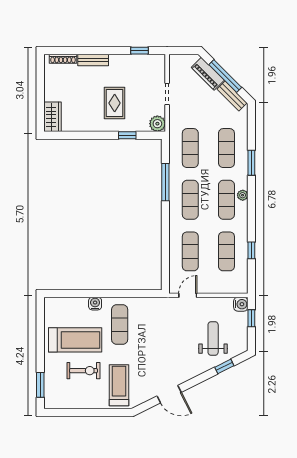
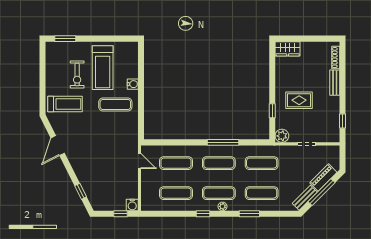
window: (165, 182) -> (223, 142), moved
window: (251, 250) -> (203, 214), moved
weight bench: (213, 339) -> (104, 182), removed

